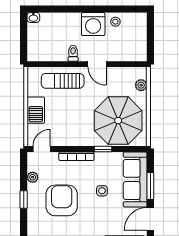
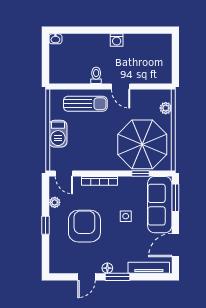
stool: (115, 22) -> (139, 43), removed
washing machine: (93, 24) -> (117, 40), width x0.53, depth x0.53
sun lounger: (63, 81) -> (85, 104), turned 180
door: (42, 149) -> (64, 173), swing flipped
window: (103, 149) -> (141, 173), moved
window: (150, 186) -> (175, 198), moved

